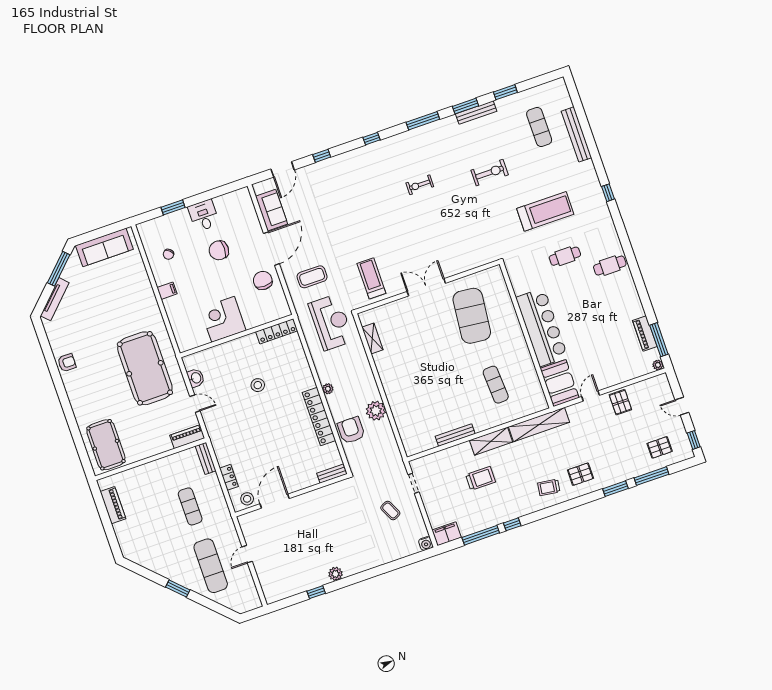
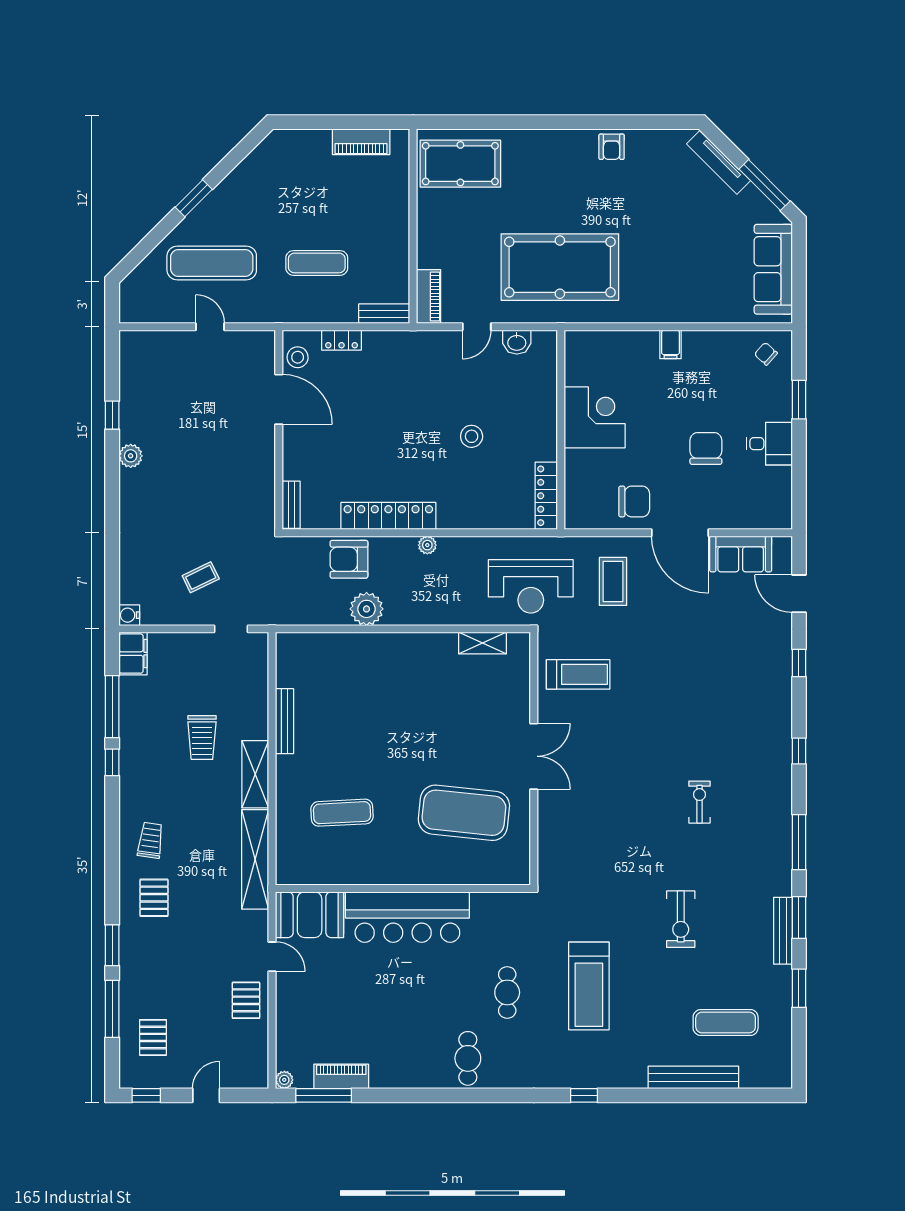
chair: (168, 254) -> (766, 354), moved
pallet: (620, 402) -> (246, 1000), turned 90
armchair: (351, 430) -> (349, 559), turned 180

